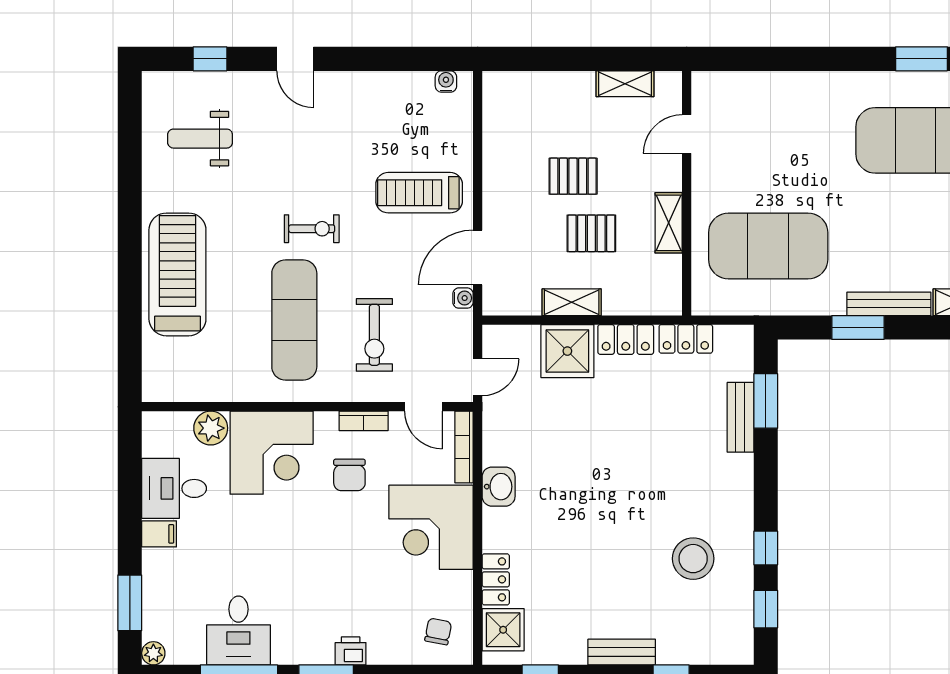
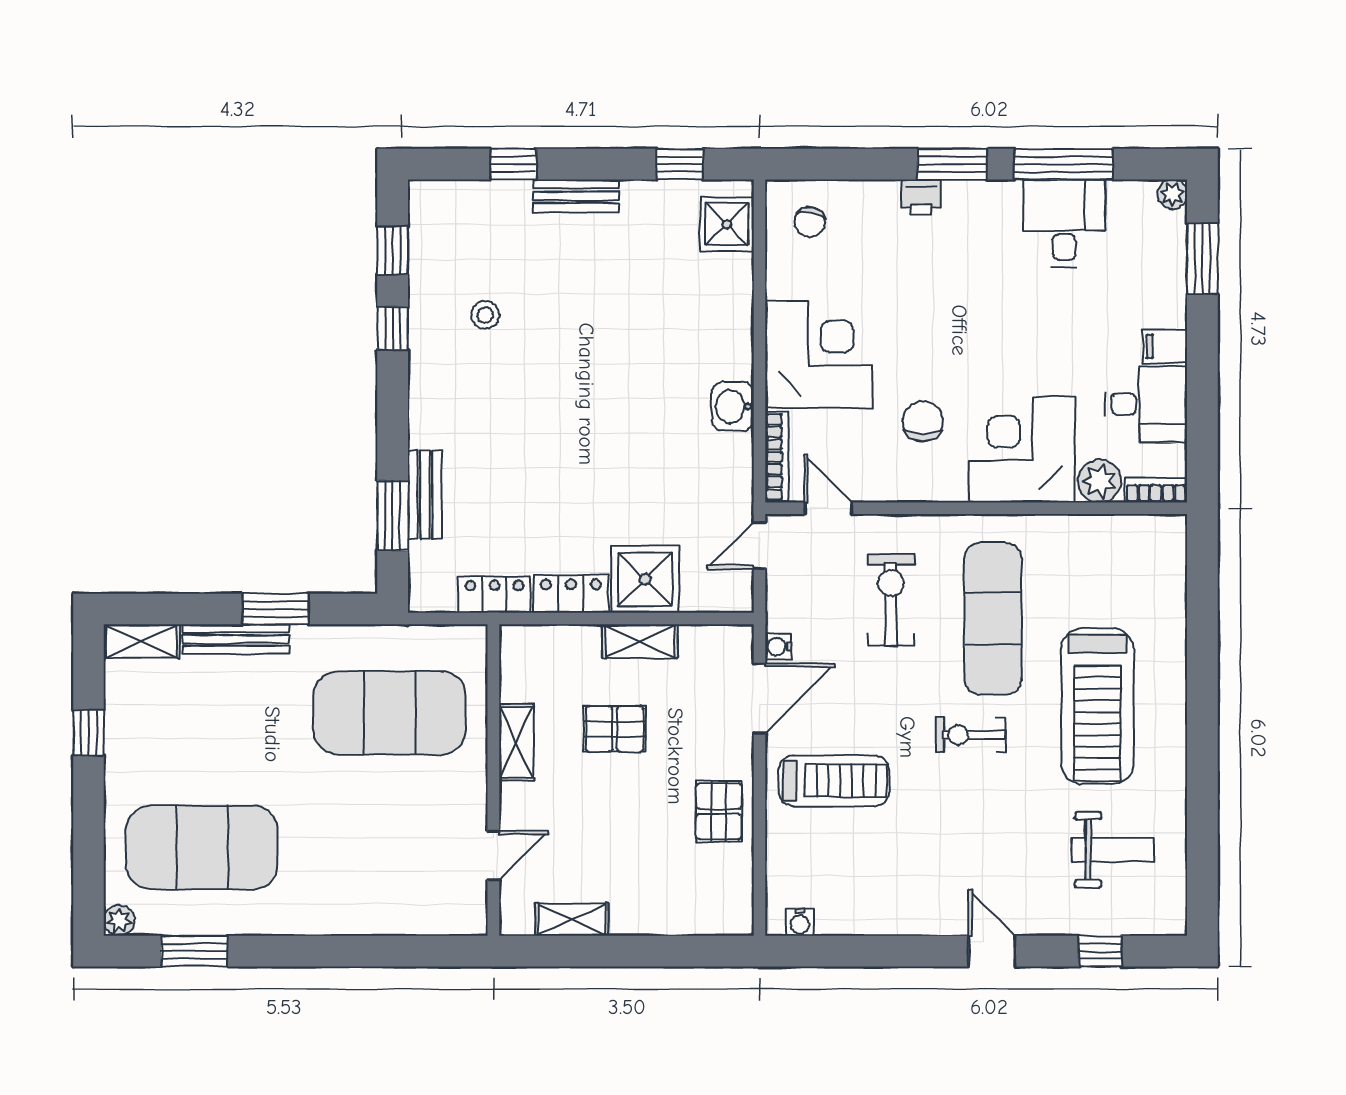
pallet: (573, 176) -> (719, 811), moved, turned 90
treadmill: (177, 274) -> (1097, 706), moved
bookcase: (364, 421) -> (1156, 490), moved
stool: (693, 559) -> (485, 315), width x0.53, depth x0.53
locker: (496, 579) -> (736, 288), removed

